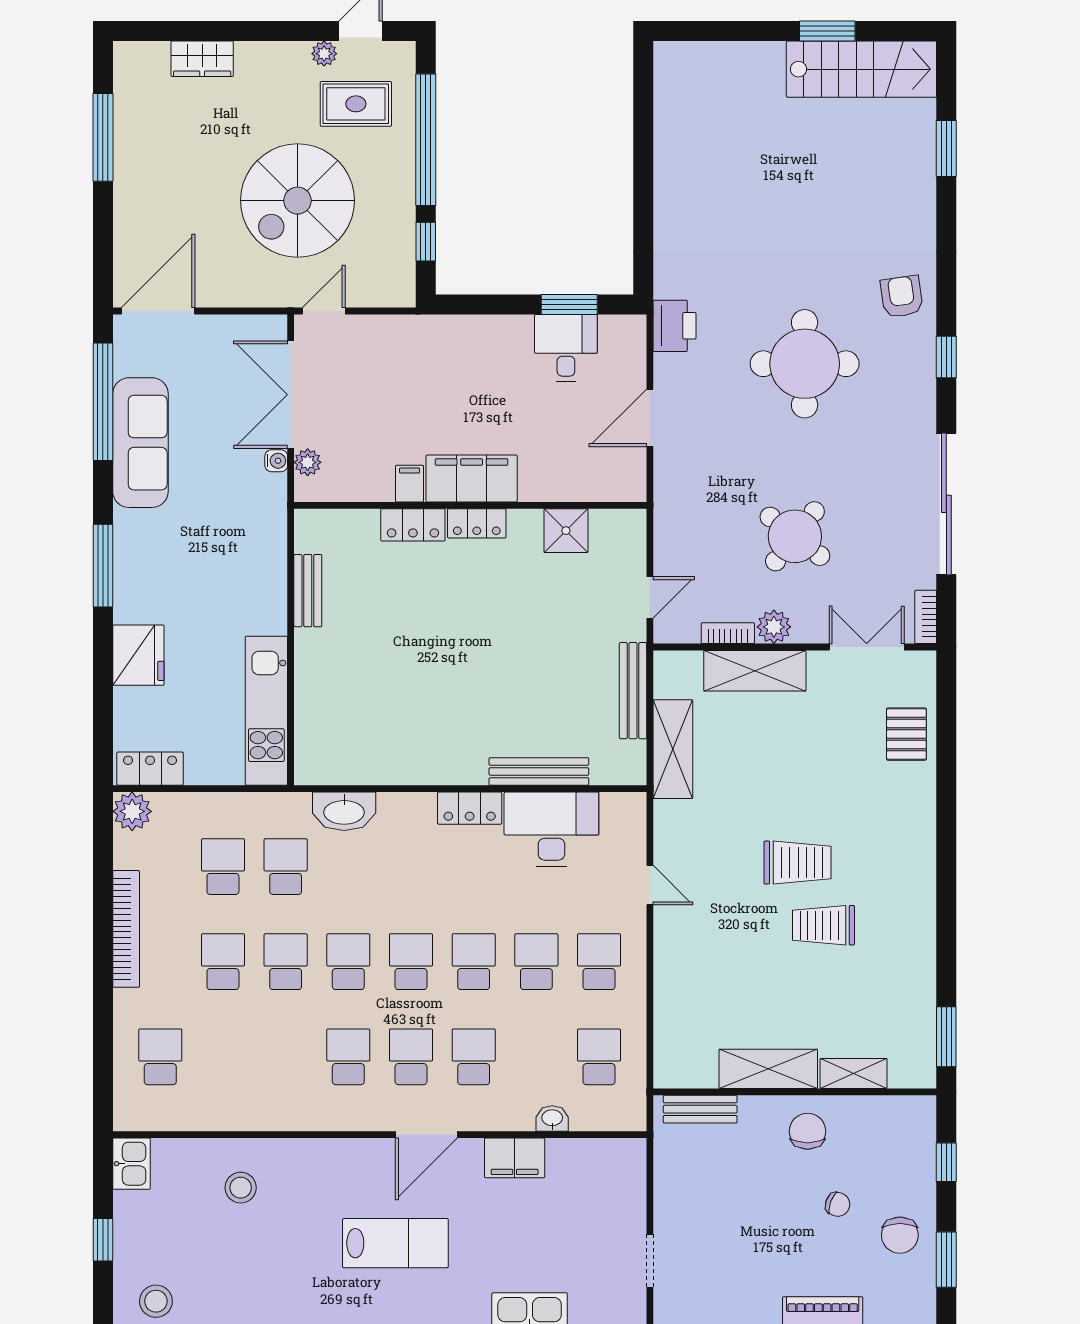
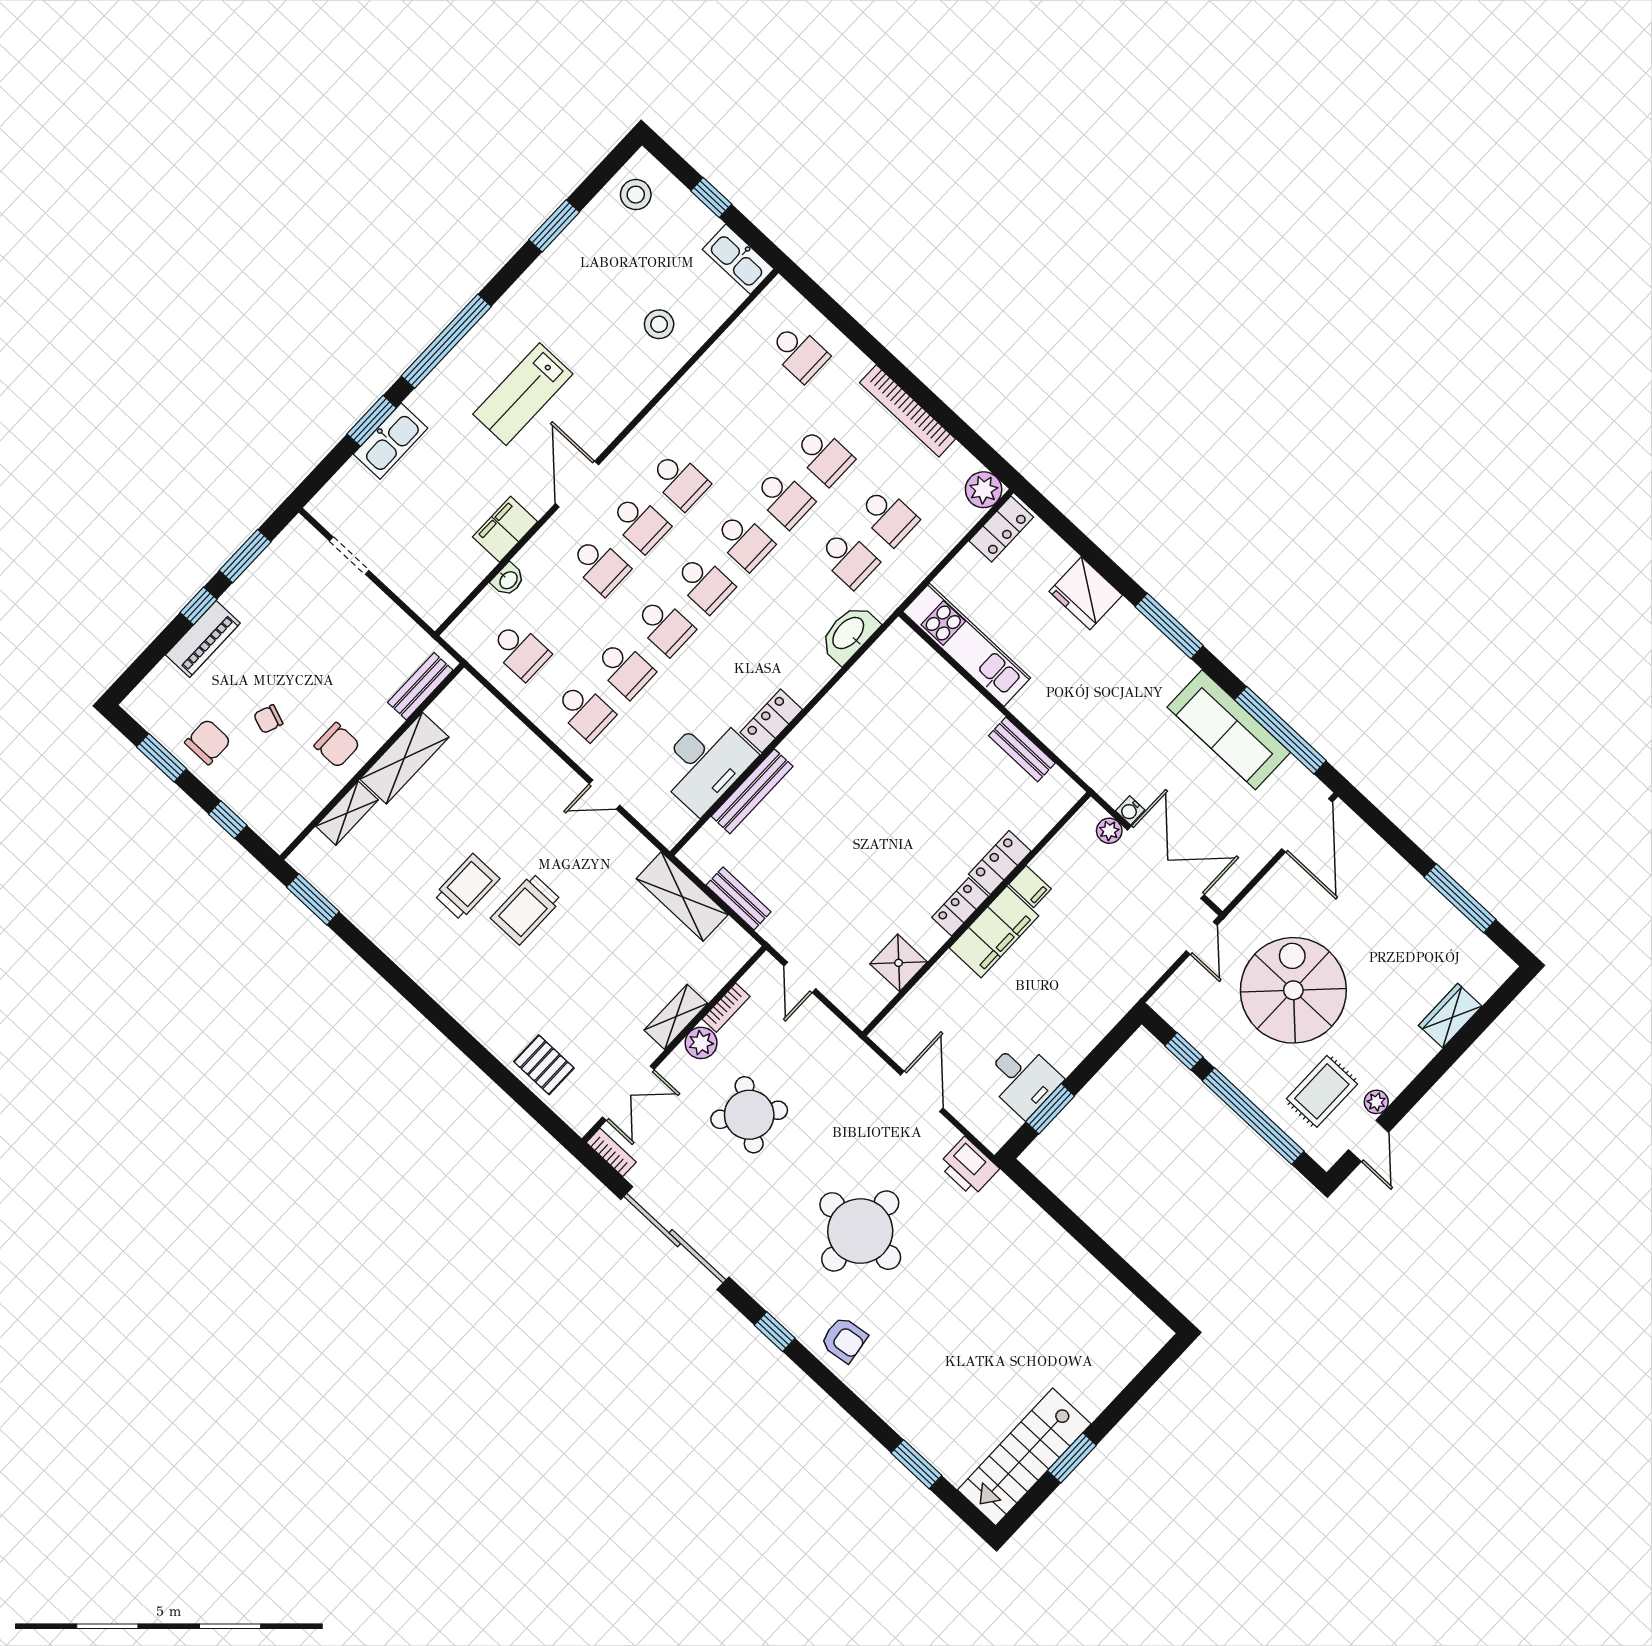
shelving: (755, 671) -> (676, 1017), width x0.67, depth x0.75
bench: (633, 691) -> (738, 898), width x0.73
kitchen sink: (131, 1164) -> (738, 259), width x1.38
chair: (900, 1235) -> (208, 742), turned 90

